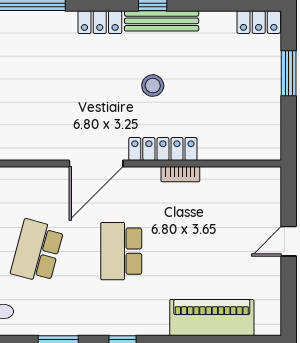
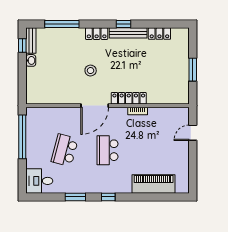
locker: (259, 22) -> (159, 34), moved
window: (289, 73) -> (193, 70), moved
stool: (153, 86) -> (91, 71), moved
door: (289, 241) -> (193, 133), moved

